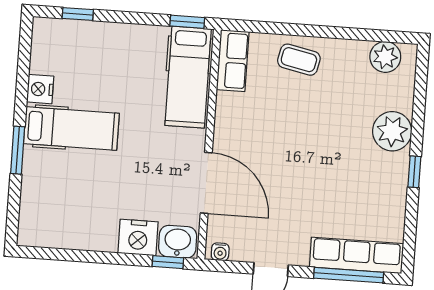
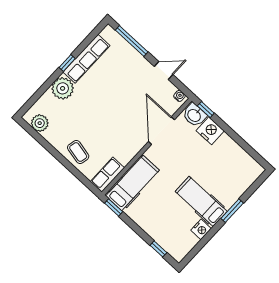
row of seats: (357, 255) -> (86, 59), moved, turned -90

